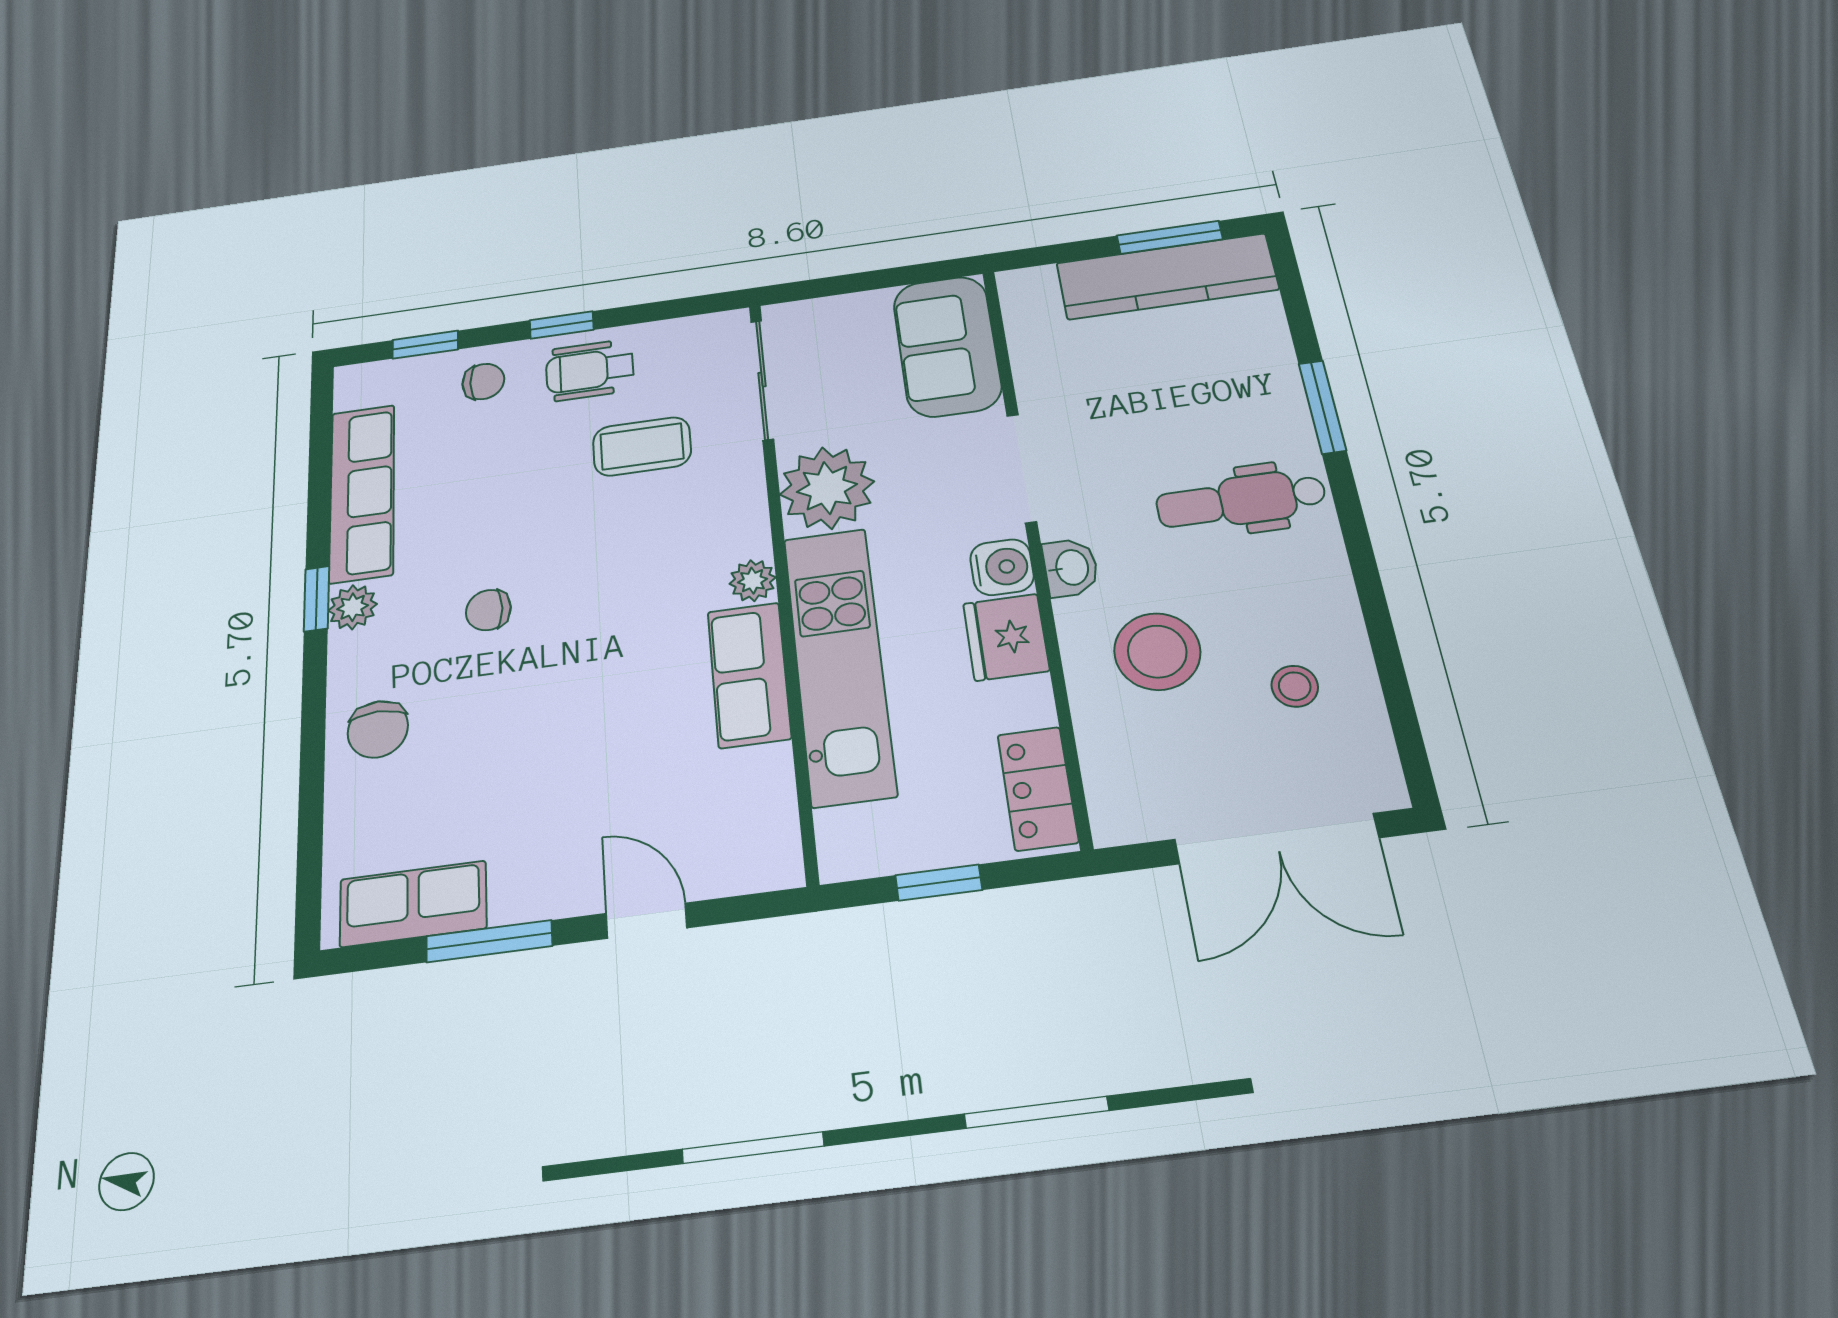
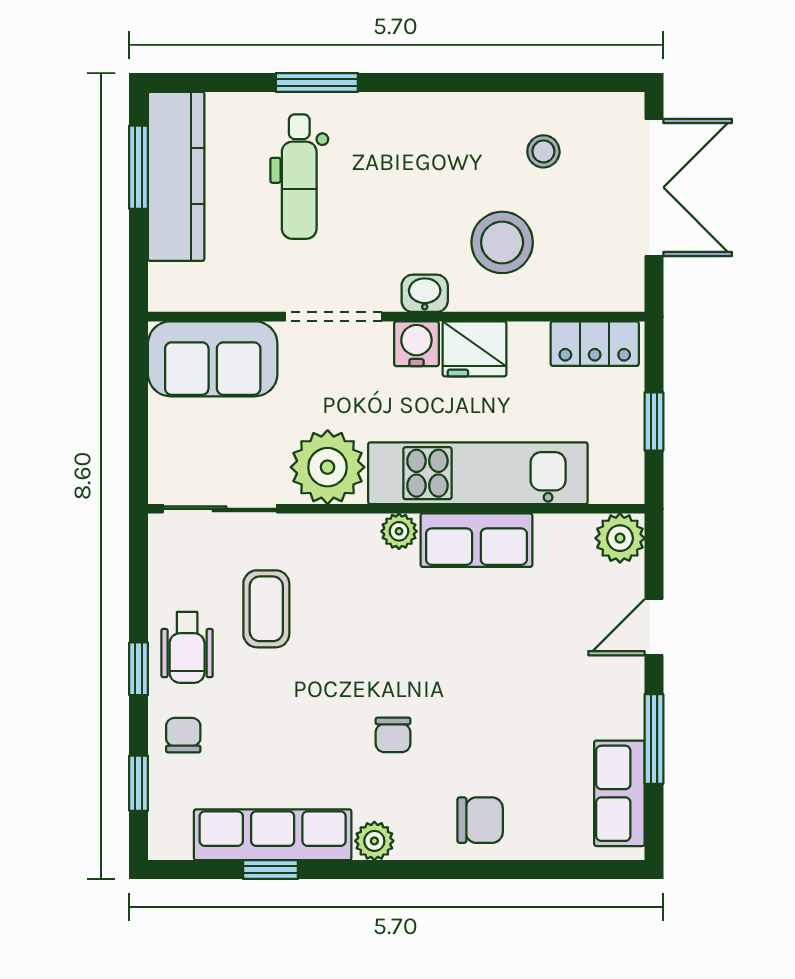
dental chair: (1241, 500) -> (299, 177), moved
window: (317, 599) -> (271, 870), moved
plant: (768, 858) -> (620, 538), added

